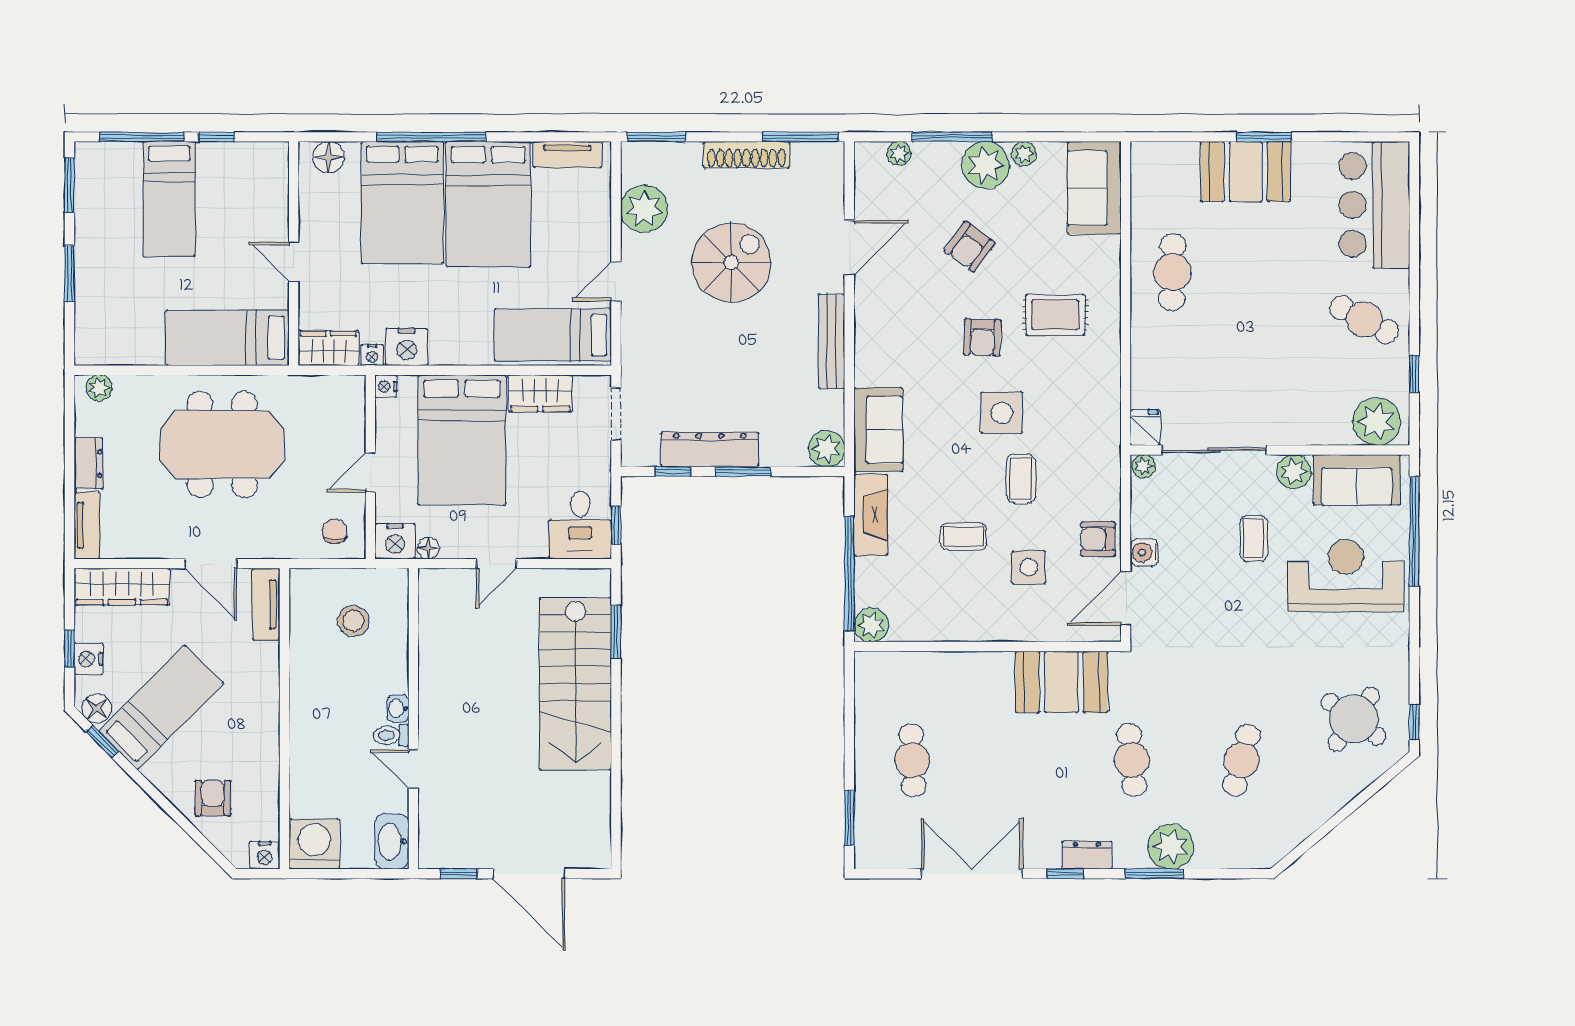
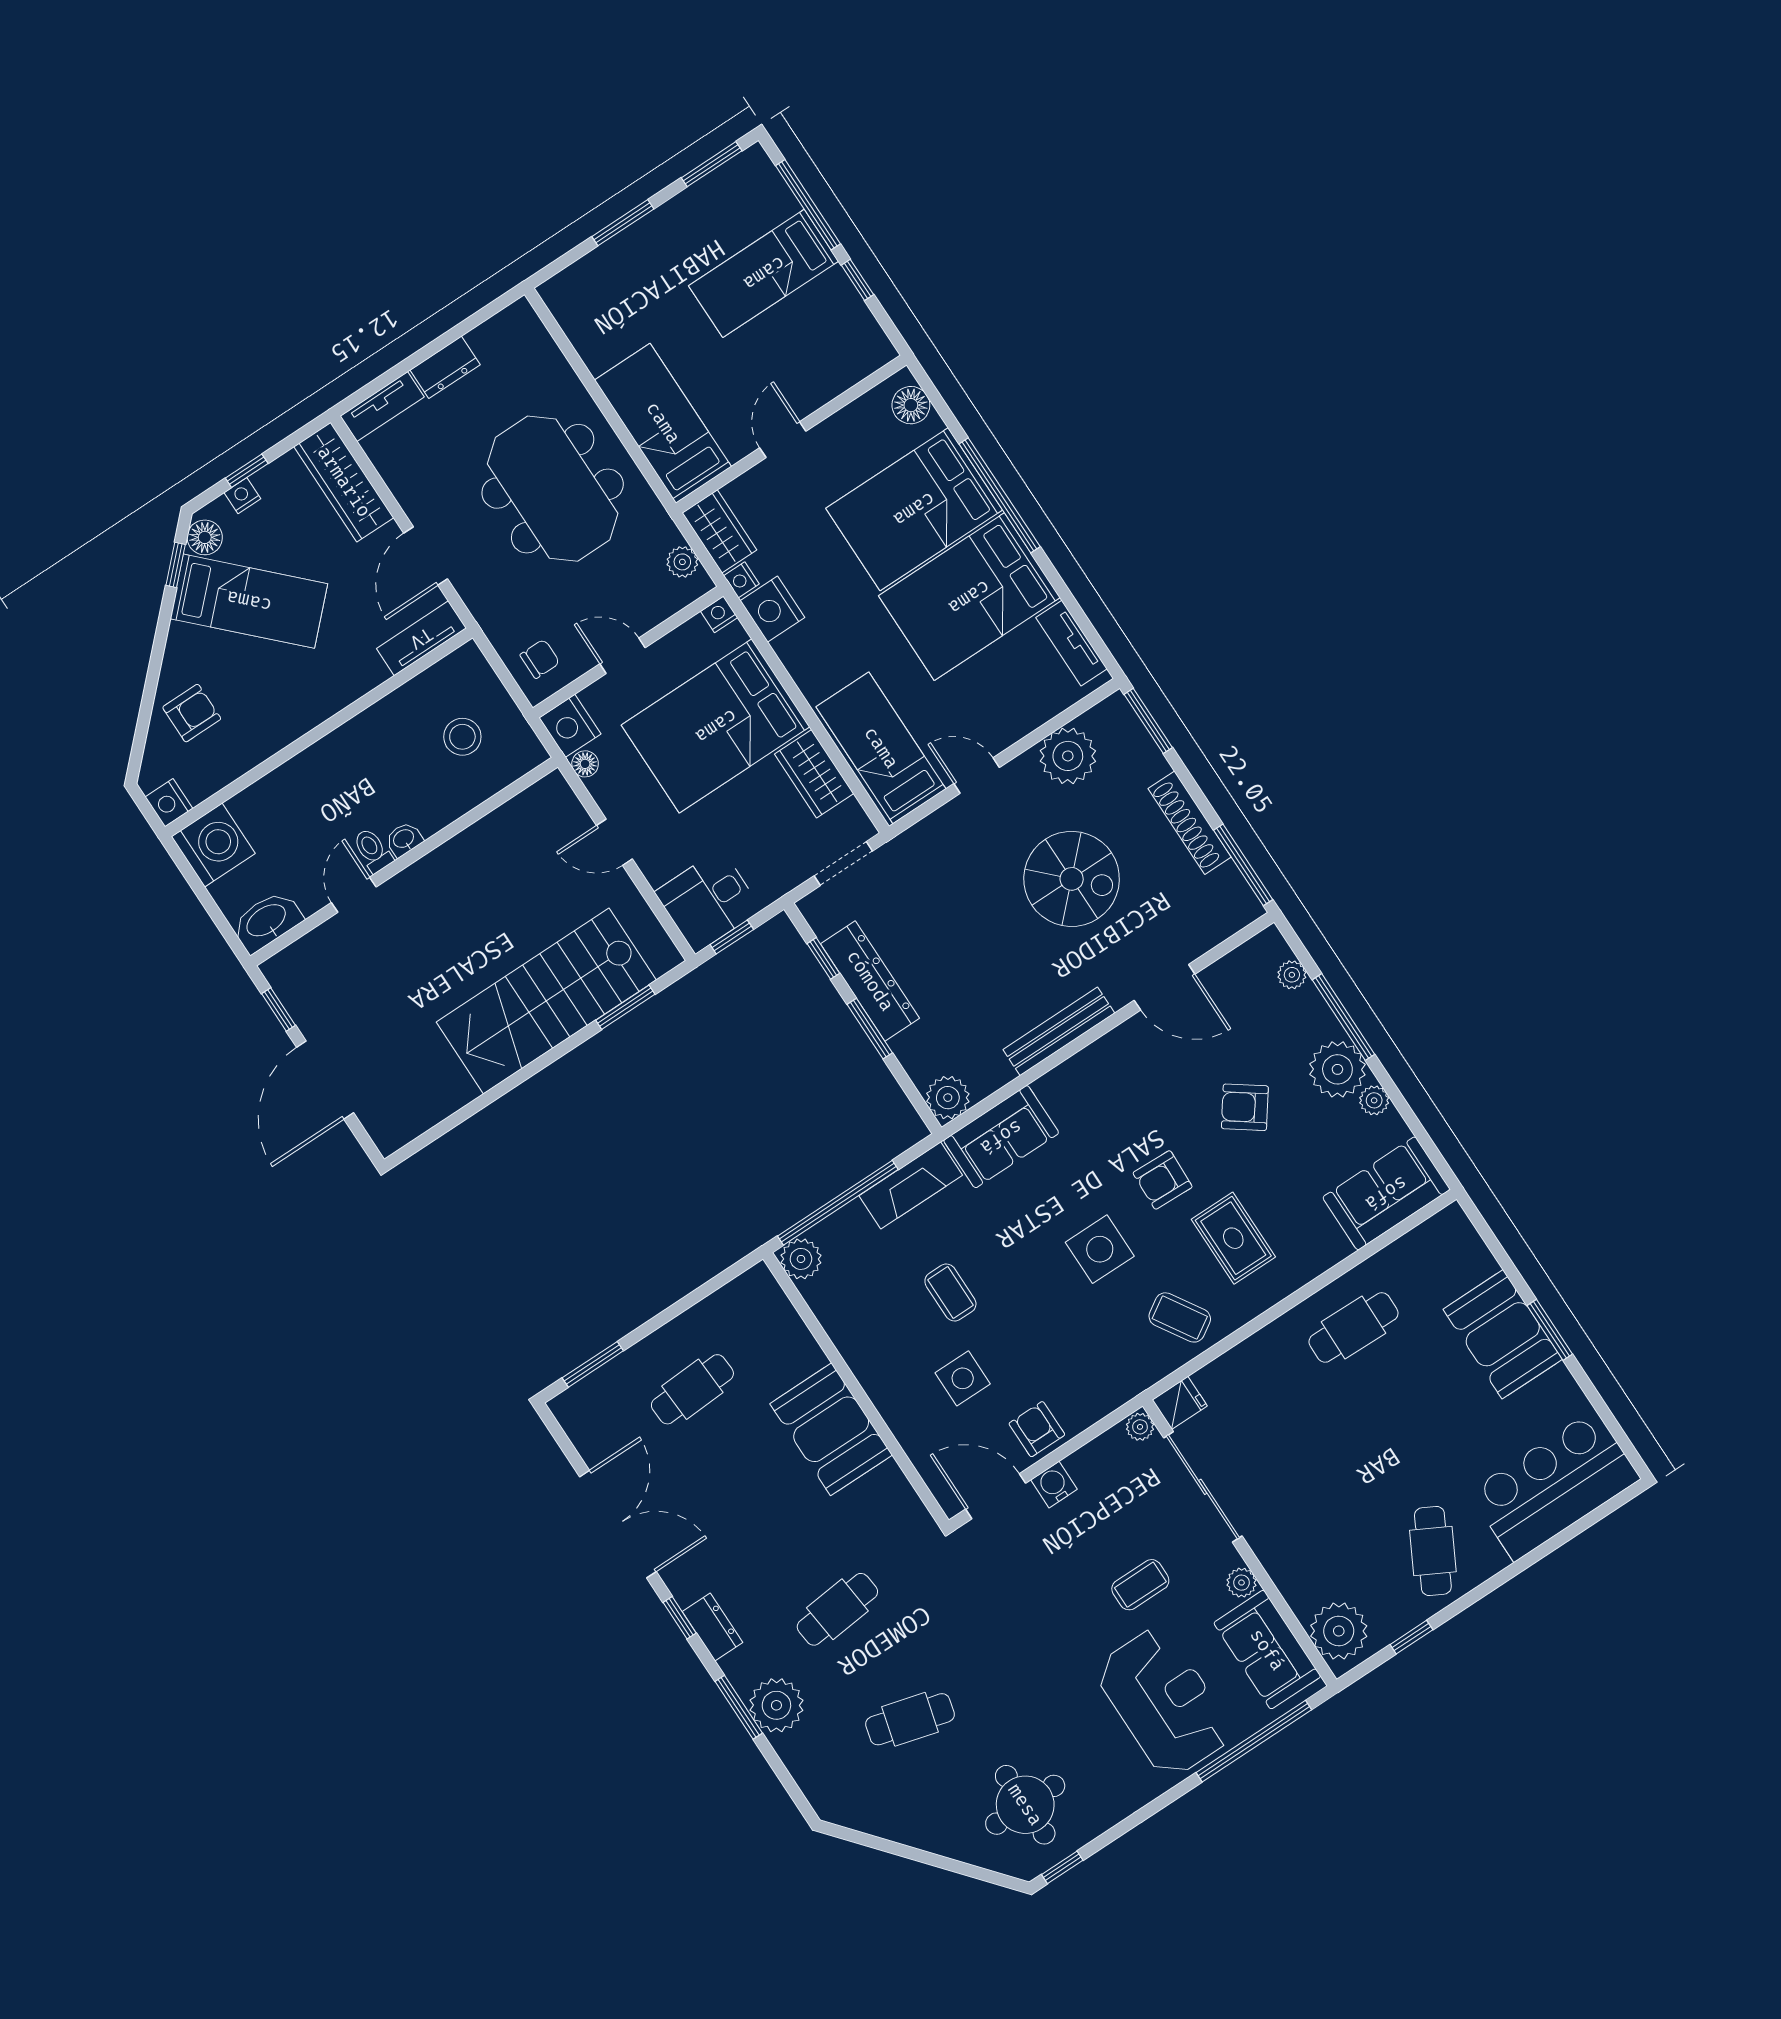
plant: (99, 388) -> (682, 562), moved
plant: (1294, 472) -> (1242, 1583), width x0.73, depth x0.73
coffee table: (1021, 479) -> (1180, 1317), moved, turned 58
nightstand: (89, 659) -> (242, 496), width x0.72, depth x0.74
booth: (1061, 682) -> (831, 1429), moved
round table: (1354, 719) -> (1025, 1805), turned -36

